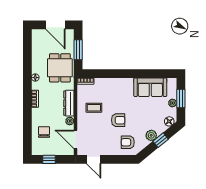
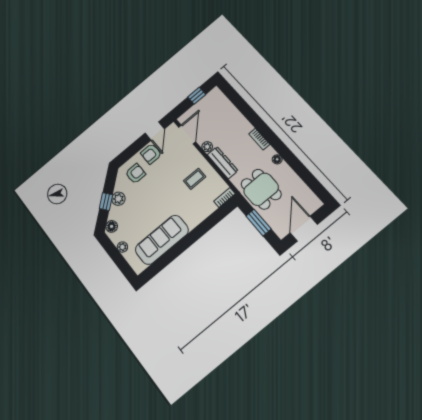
door: (55, 25) -> (304, 229), hinge flipped
sofa: (150, 87) -> (162, 240), width x1.36
window: (181, 98) -> (118, 258), removed
armchair: (118, 120) -> (151, 154), moved
chair: (44, 132) -> (223, 116), removed
door: (75, 139) -> (187, 135), hinge flipped
door: (94, 159) -> (155, 131), swing flipped

